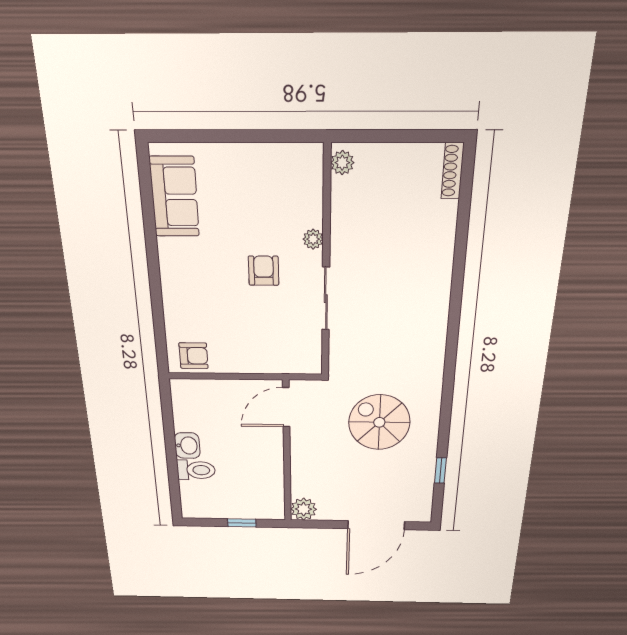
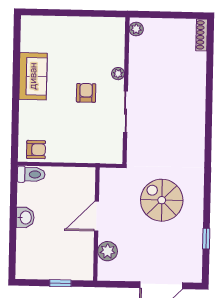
sofa: (174, 197) -> (33, 76), moved
door: (286, 407) -> (97, 216), moved
toilet: (196, 470) -> (31, 174), moved
plant: (304, 509) -> (108, 251), moved

